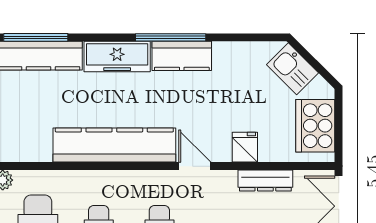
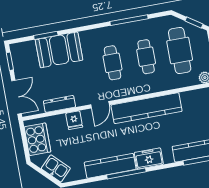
freezer: (117, 56) -> (149, 158), width x0.71
kitchen counter: (182, 56) -> (110, 166), width x1.50
door: (195, 166) -> (100, 105), hinge flipped

